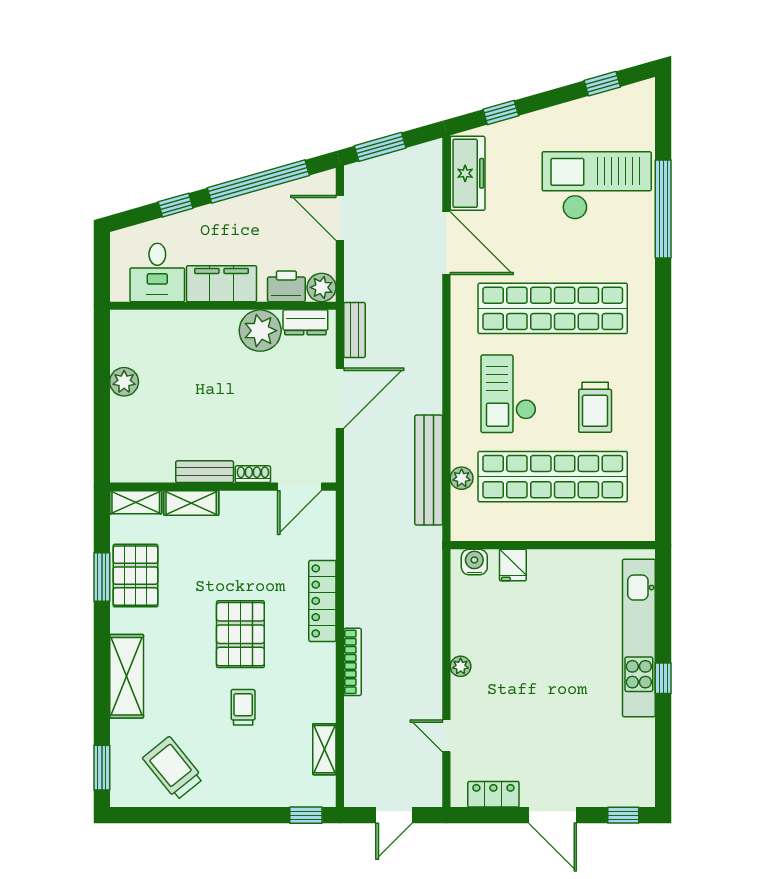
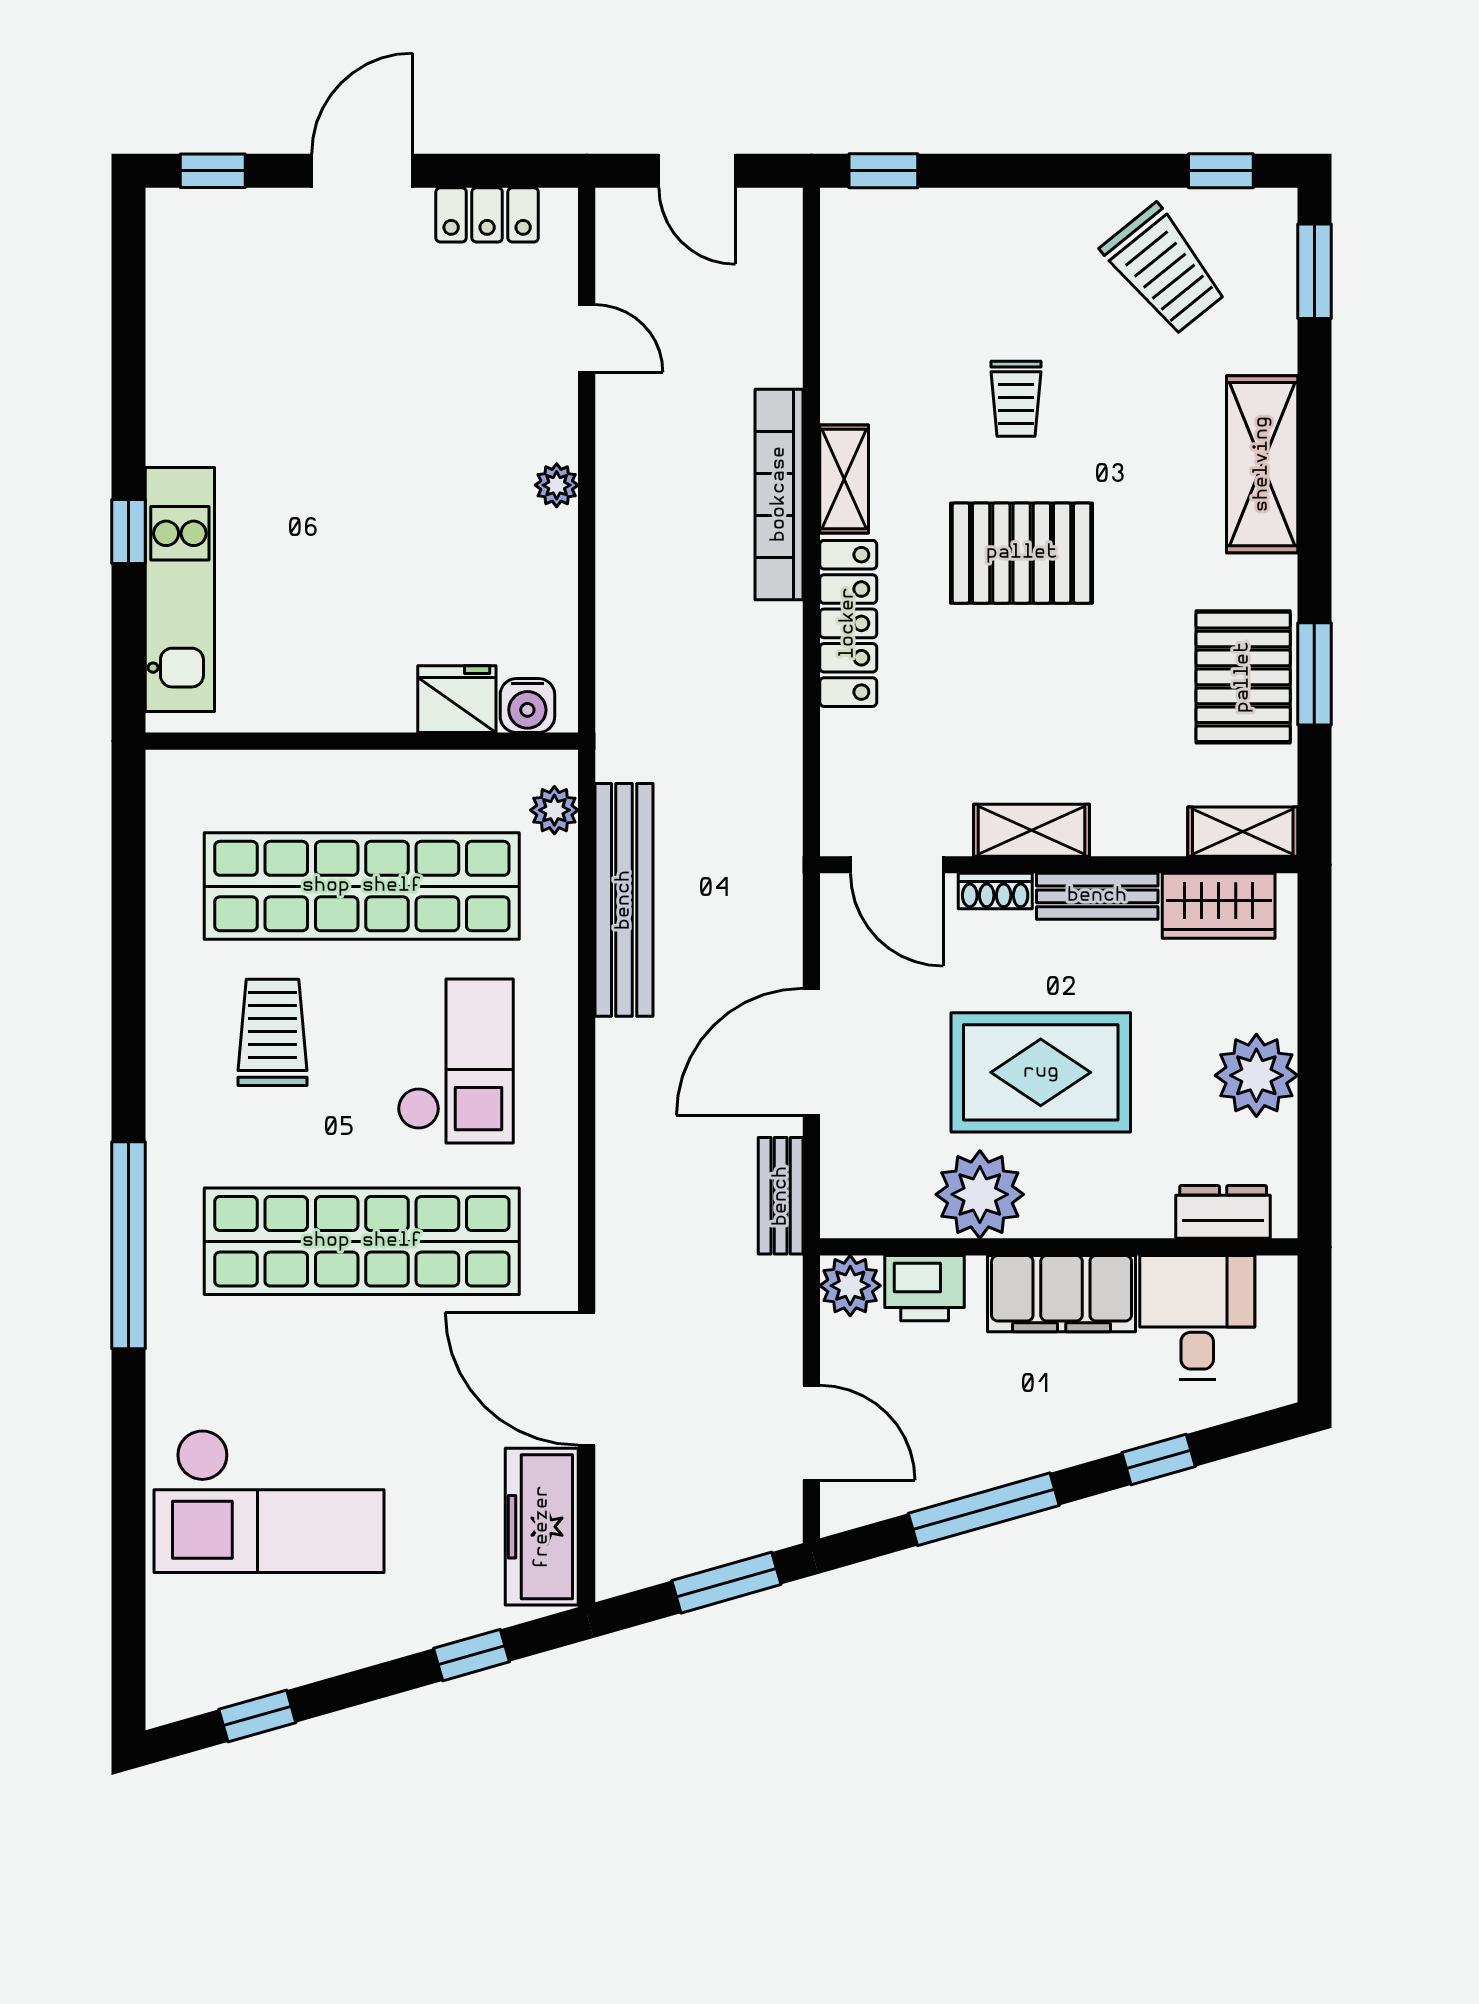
window: (258, 182) -> (984, 1509), width x0.68
window: (663, 209) -> (129, 1245), moved
dresser: (305, 322) -> (1223, 1212), moved
plant: (124, 382) -> (1256, 1075), width x1.36, depth x1.36
rug: (231, 388) -> (1041, 1072), added
wardrobe: (147, 467) -> (1219, 906), added
plant: (462, 478) -> (554, 810), moved
door: (299, 487) -> (897, 865), swing flipped
shelving: (191, 503) -> (1031, 830), moved
fridge: (513, 565) -> (457, 699), width x1.38
pallet: (240, 634) -> (1022, 553), turned 90
kitchen unit: (639, 638) -> (180, 589), width x0.73
bookcase: (353, 662) -> (779, 494), width x1.48, depth x1.31
window: (663, 678) -> (129, 531), moved
shelving: (324, 749) -> (844, 479), moved
window: (146, 815) -> (1221, 171), added
door: (394, 815) -> (697, 171), swing flipped
door: (553, 815) -> (362, 171), hinge flipped

